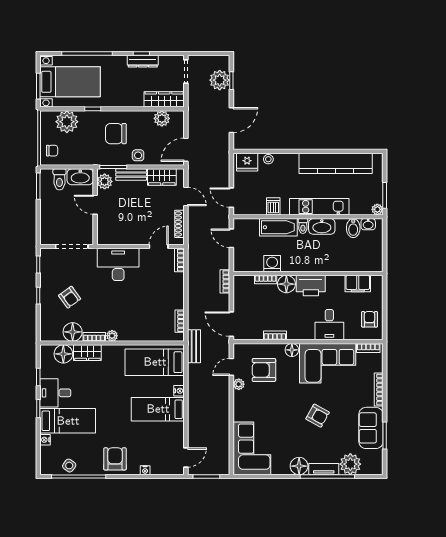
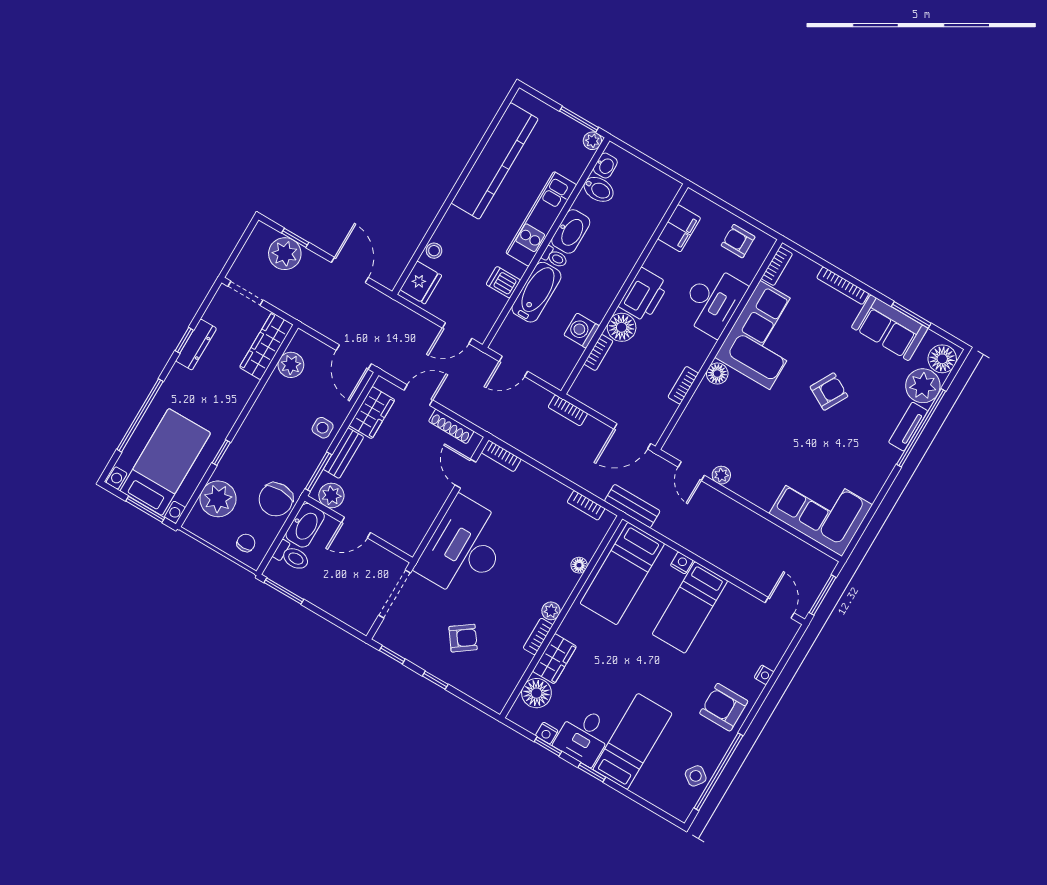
chair: (116, 134) -> (276, 499), moved
desk: (118, 264) -> (464, 548), width x1.36, depth x1.30
desk: (329, 325) -> (713, 301), width x1.37
floor lamp: (73, 332) -> (579, 565), moved, width x0.53, depth x0.53
armchair: (264, 370) -> (722, 429), removed
nightstand: (45, 440) -> (547, 733), moved
floor lamp: (299, 466) -> (942, 359), moved

